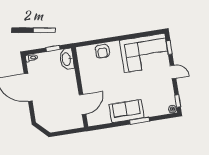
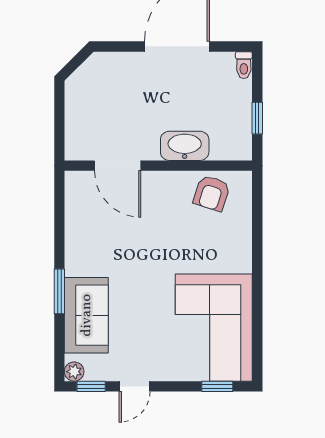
armchair: (102, 51) -> (212, 193), moved, turned -72
washbasin: (67, 59) -> (185, 146), moved
door: (173, 72) -> (134, 386), moved
sofa: (127, 111) -> (86, 315), moved

